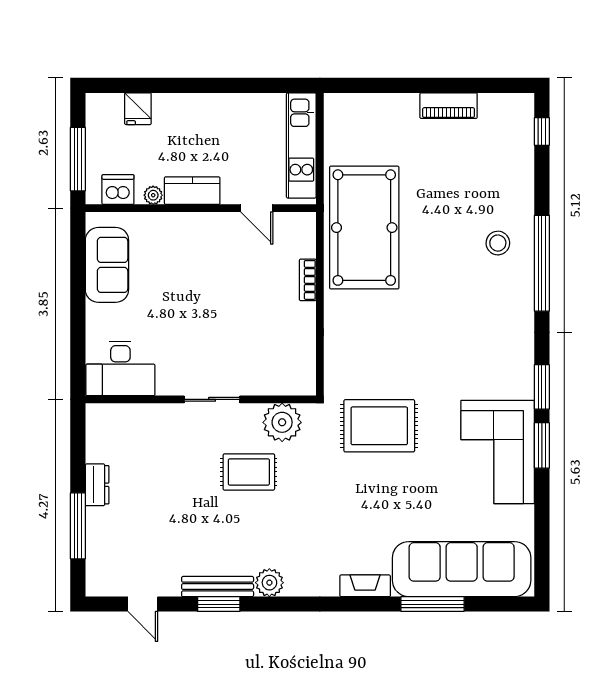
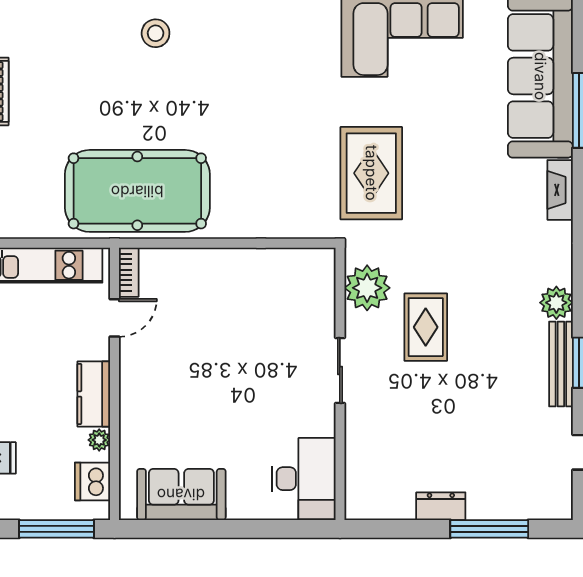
bookcase: (308, 280) -> (129, 272), moved, turned -90

